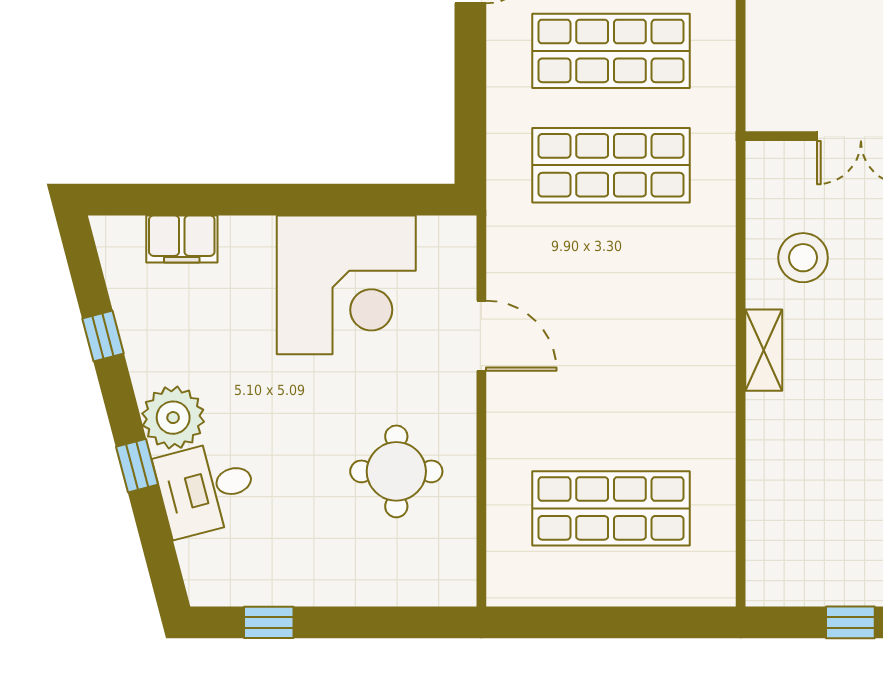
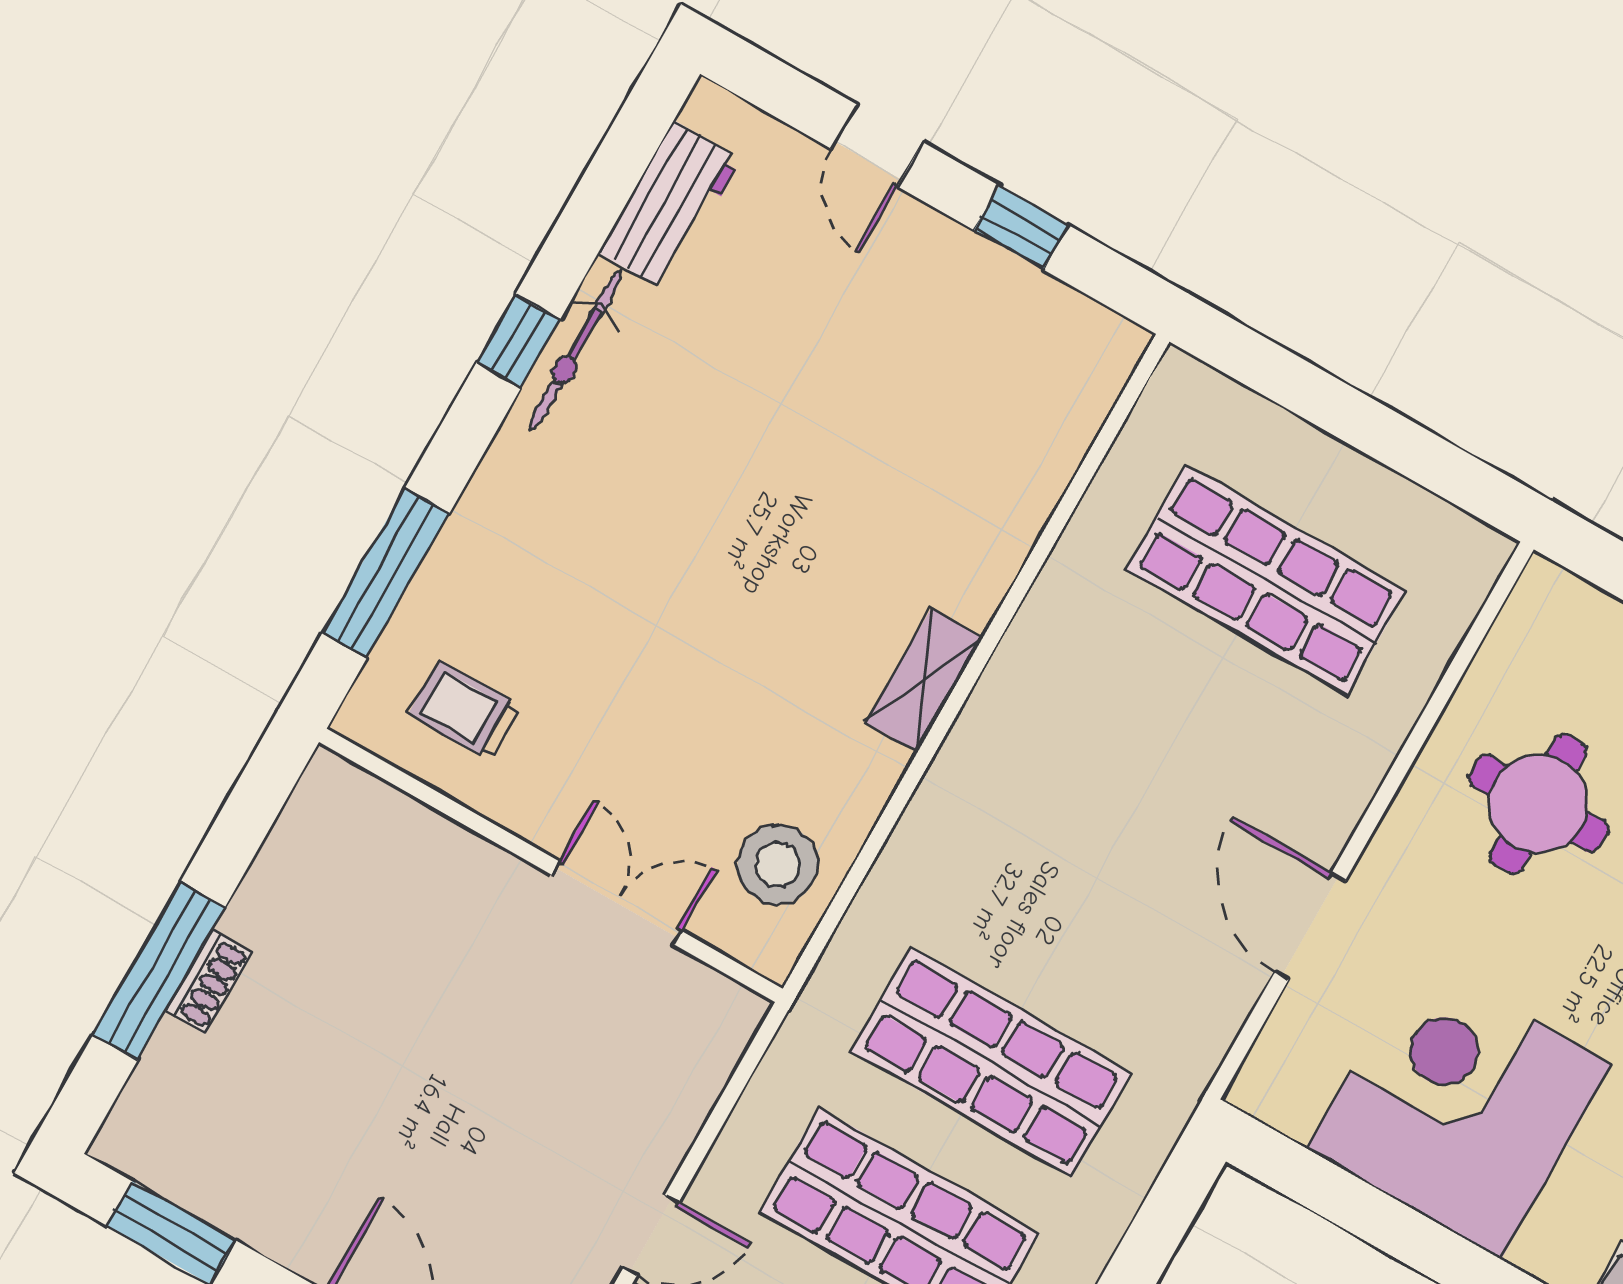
stool: (803, 258) -> (778, 864), moved

